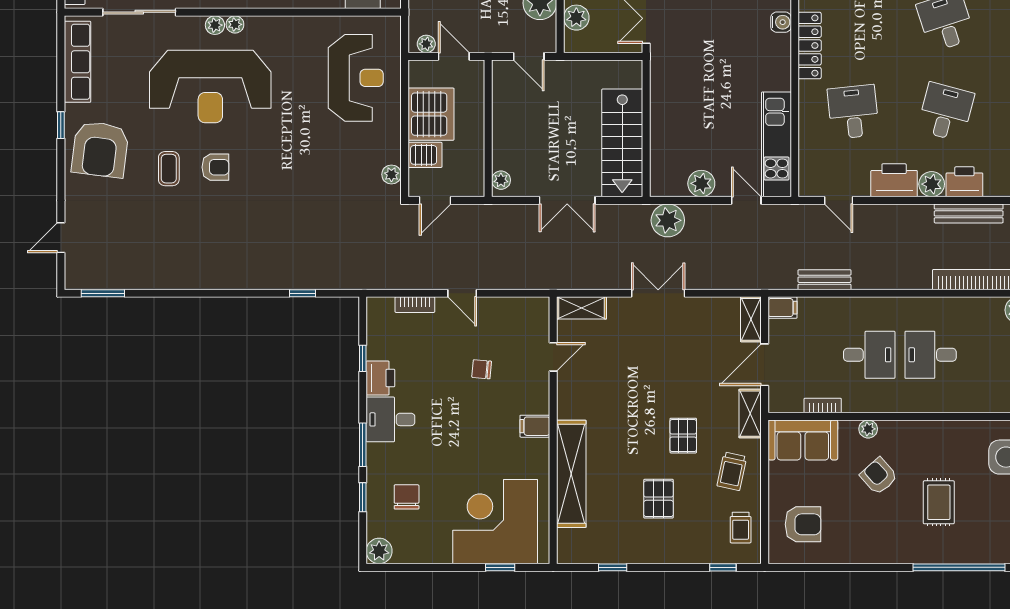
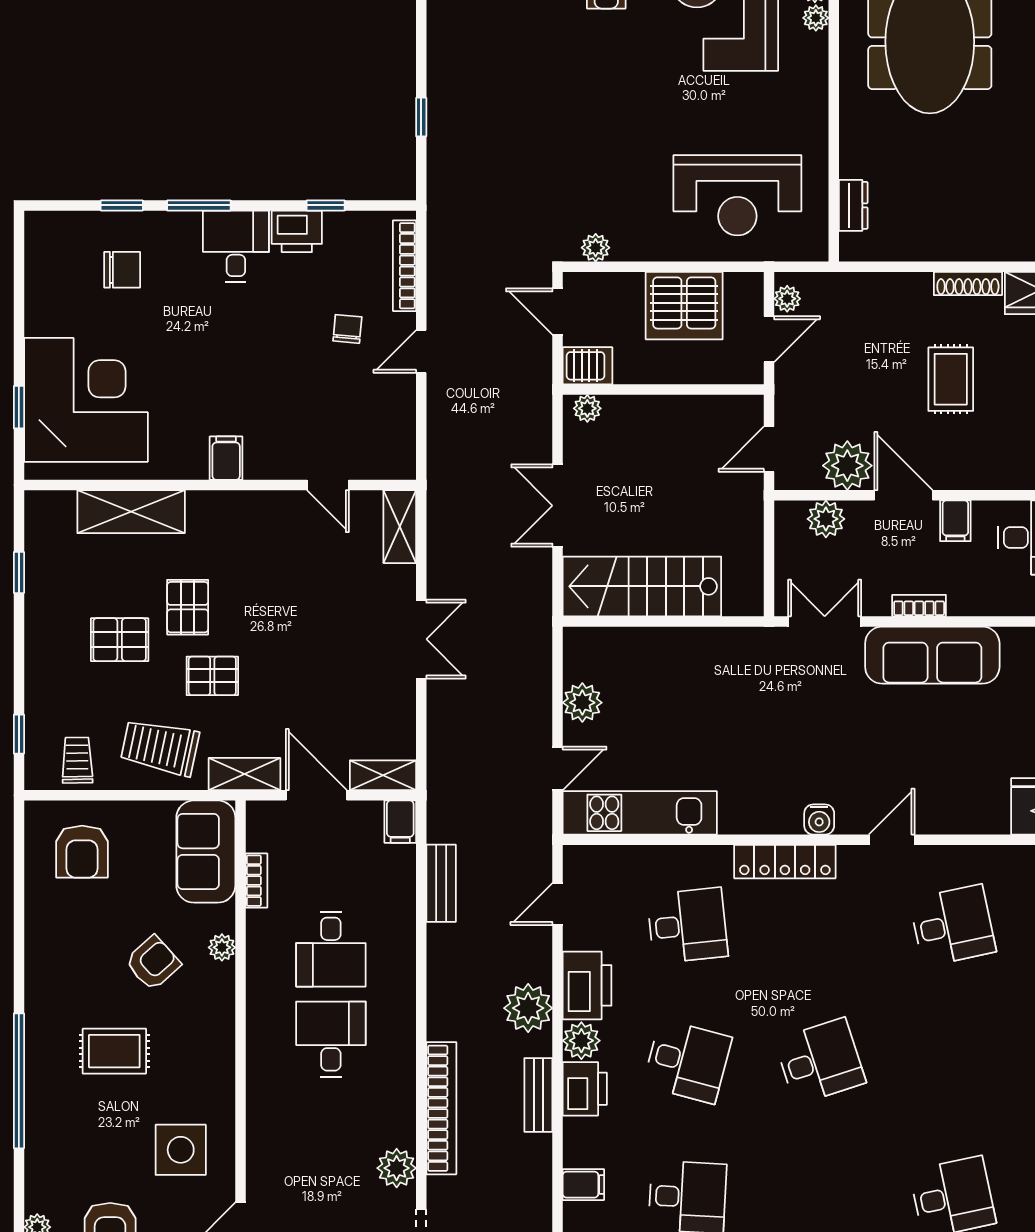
server rack: (425, 155) -> (587, 366), moved, turned -90
bench: (969, 213) -> (538, 1095), width x0.73
plant: (668, 220) -> (528, 1008), moved
bookcase: (415, 305) -> (404, 266), width x1.56
chair: (482, 369) -> (347, 329), moved
pallet: (636, 452) -> (188, 607), added
trolley: (732, 471) -> (160, 747), width x1.36, depth x1.39
shelving: (571, 474) -> (131, 512), width x0.68
trolley: (741, 528) -> (77, 760), turned 89
plant: (379, 551) -> (43, 230), removed

